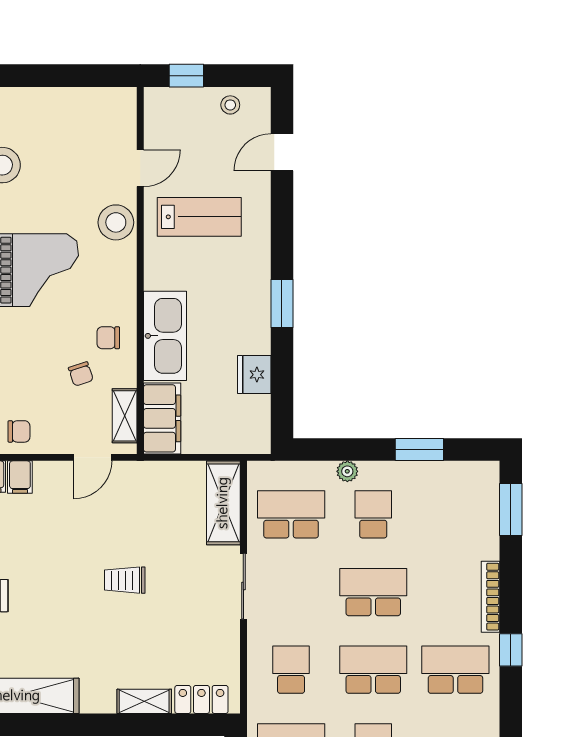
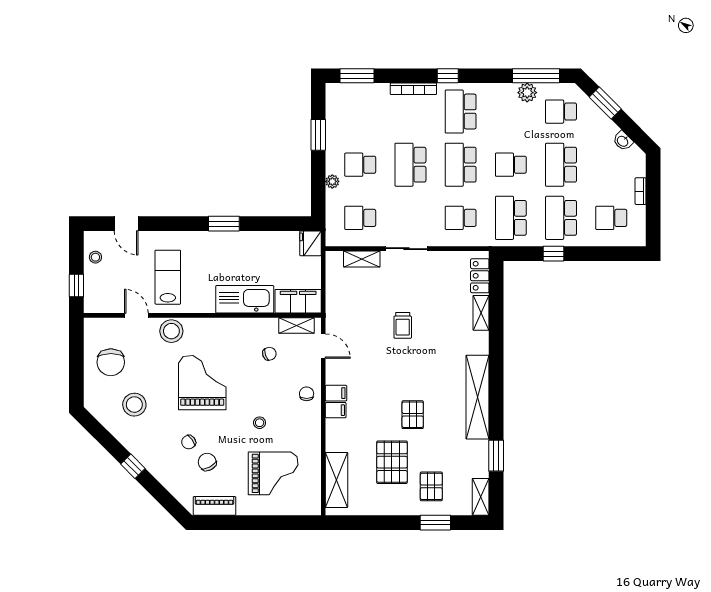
chair: (108, 338) -> (111, 362), moved, width x1.87, depth x1.87
fridge: (254, 375) -> (310, 243), moved, turned 90
shelving: (223, 503) -> (362, 259), width x0.67, depth x0.75
school desk: (291, 514) -> (360, 218), width x0.54

